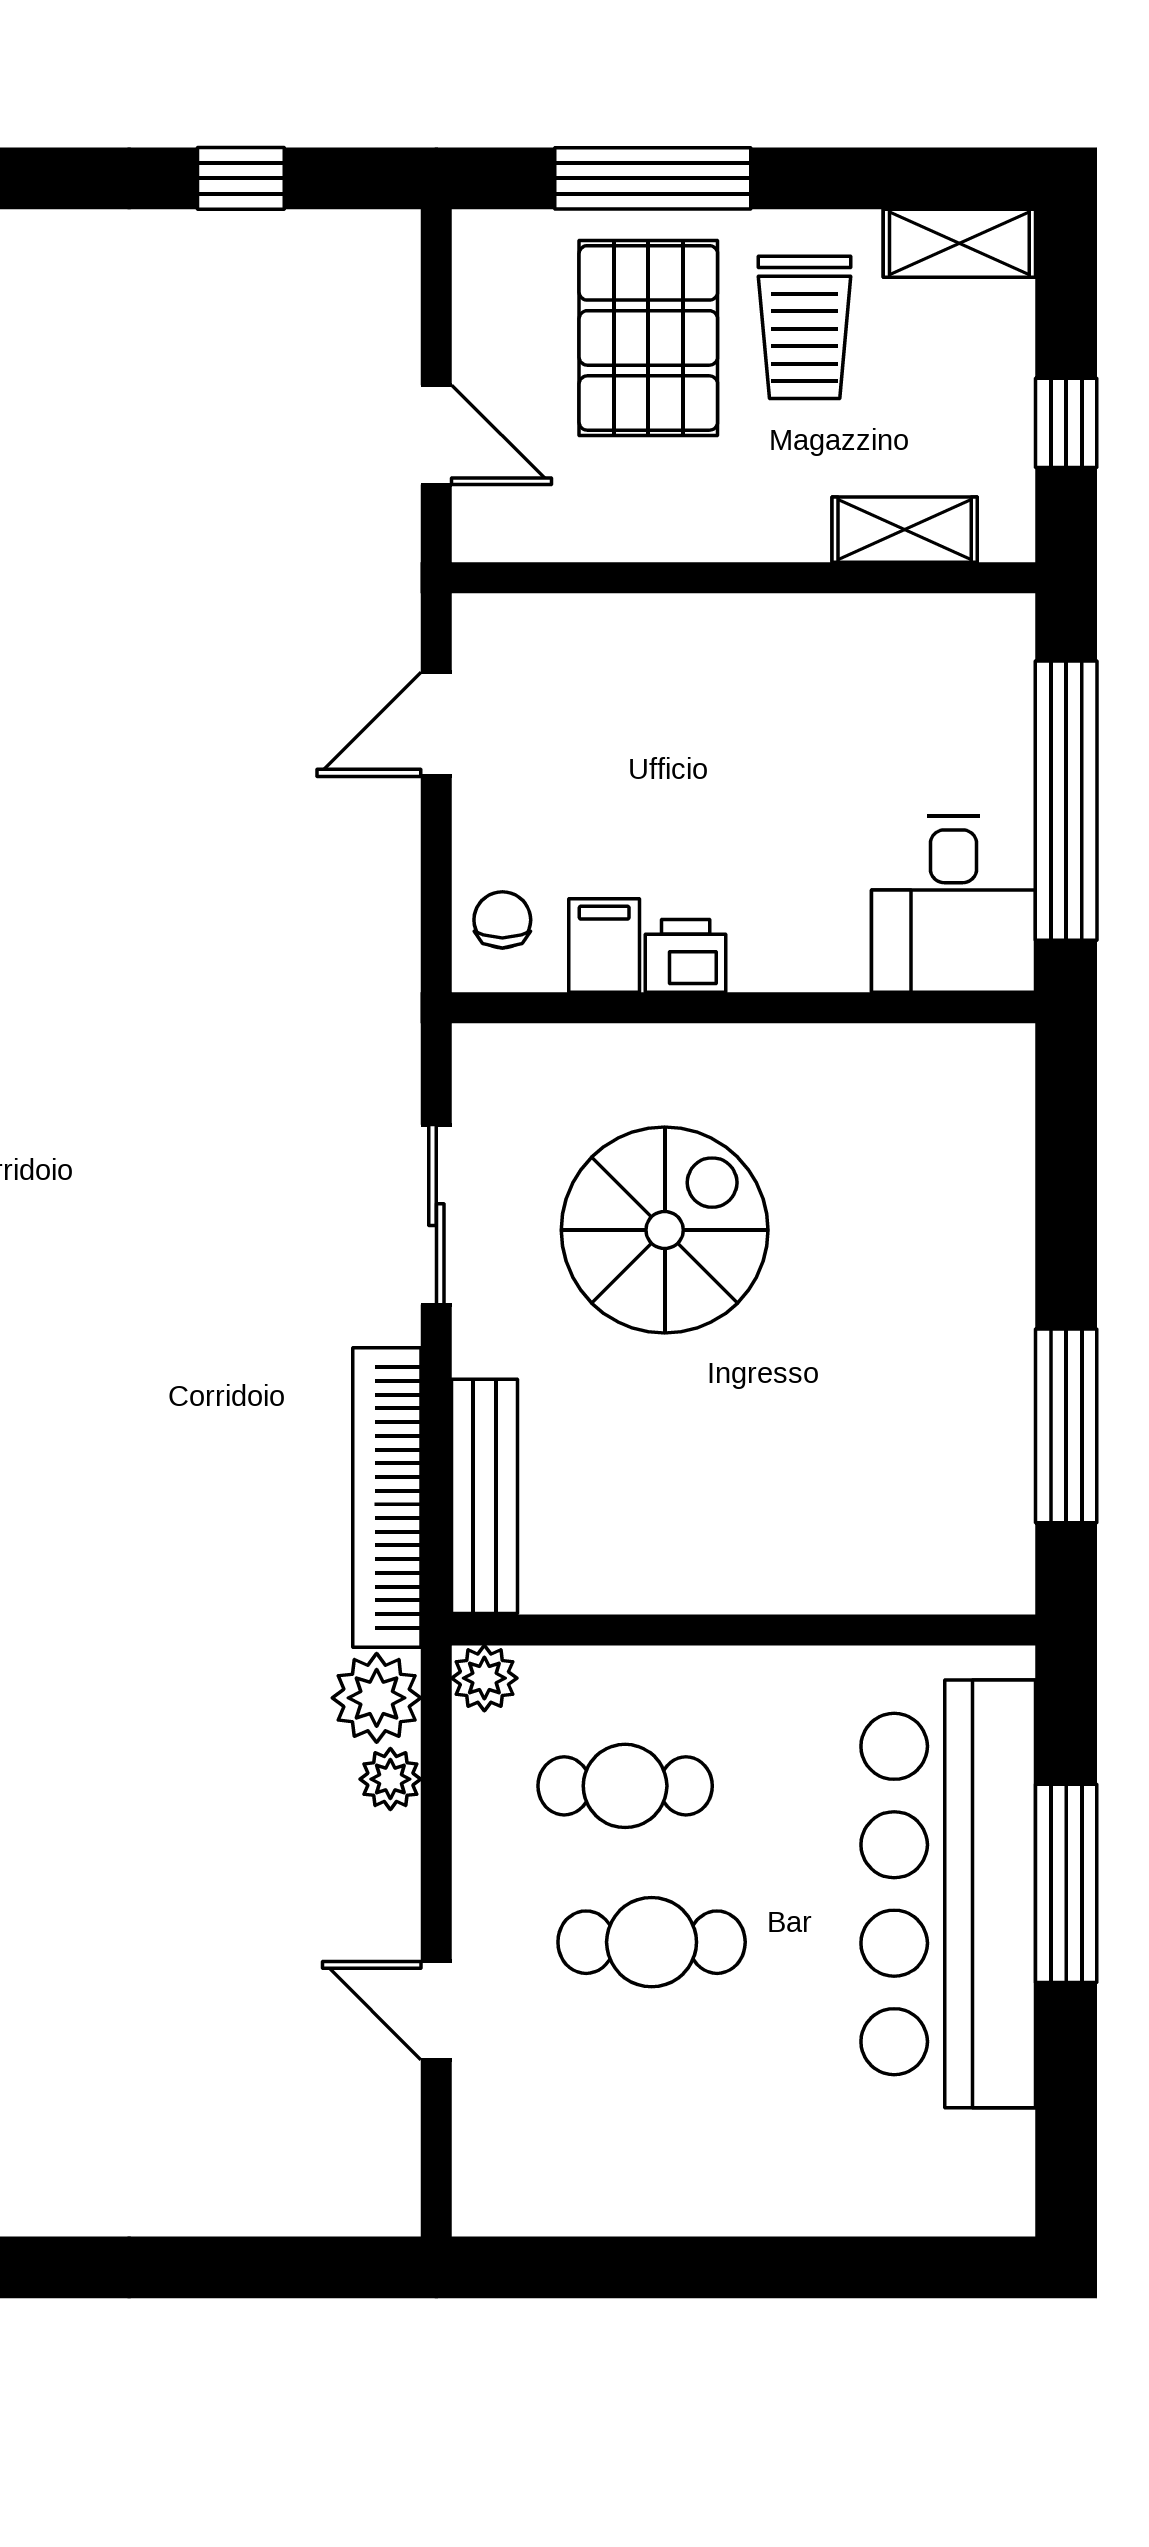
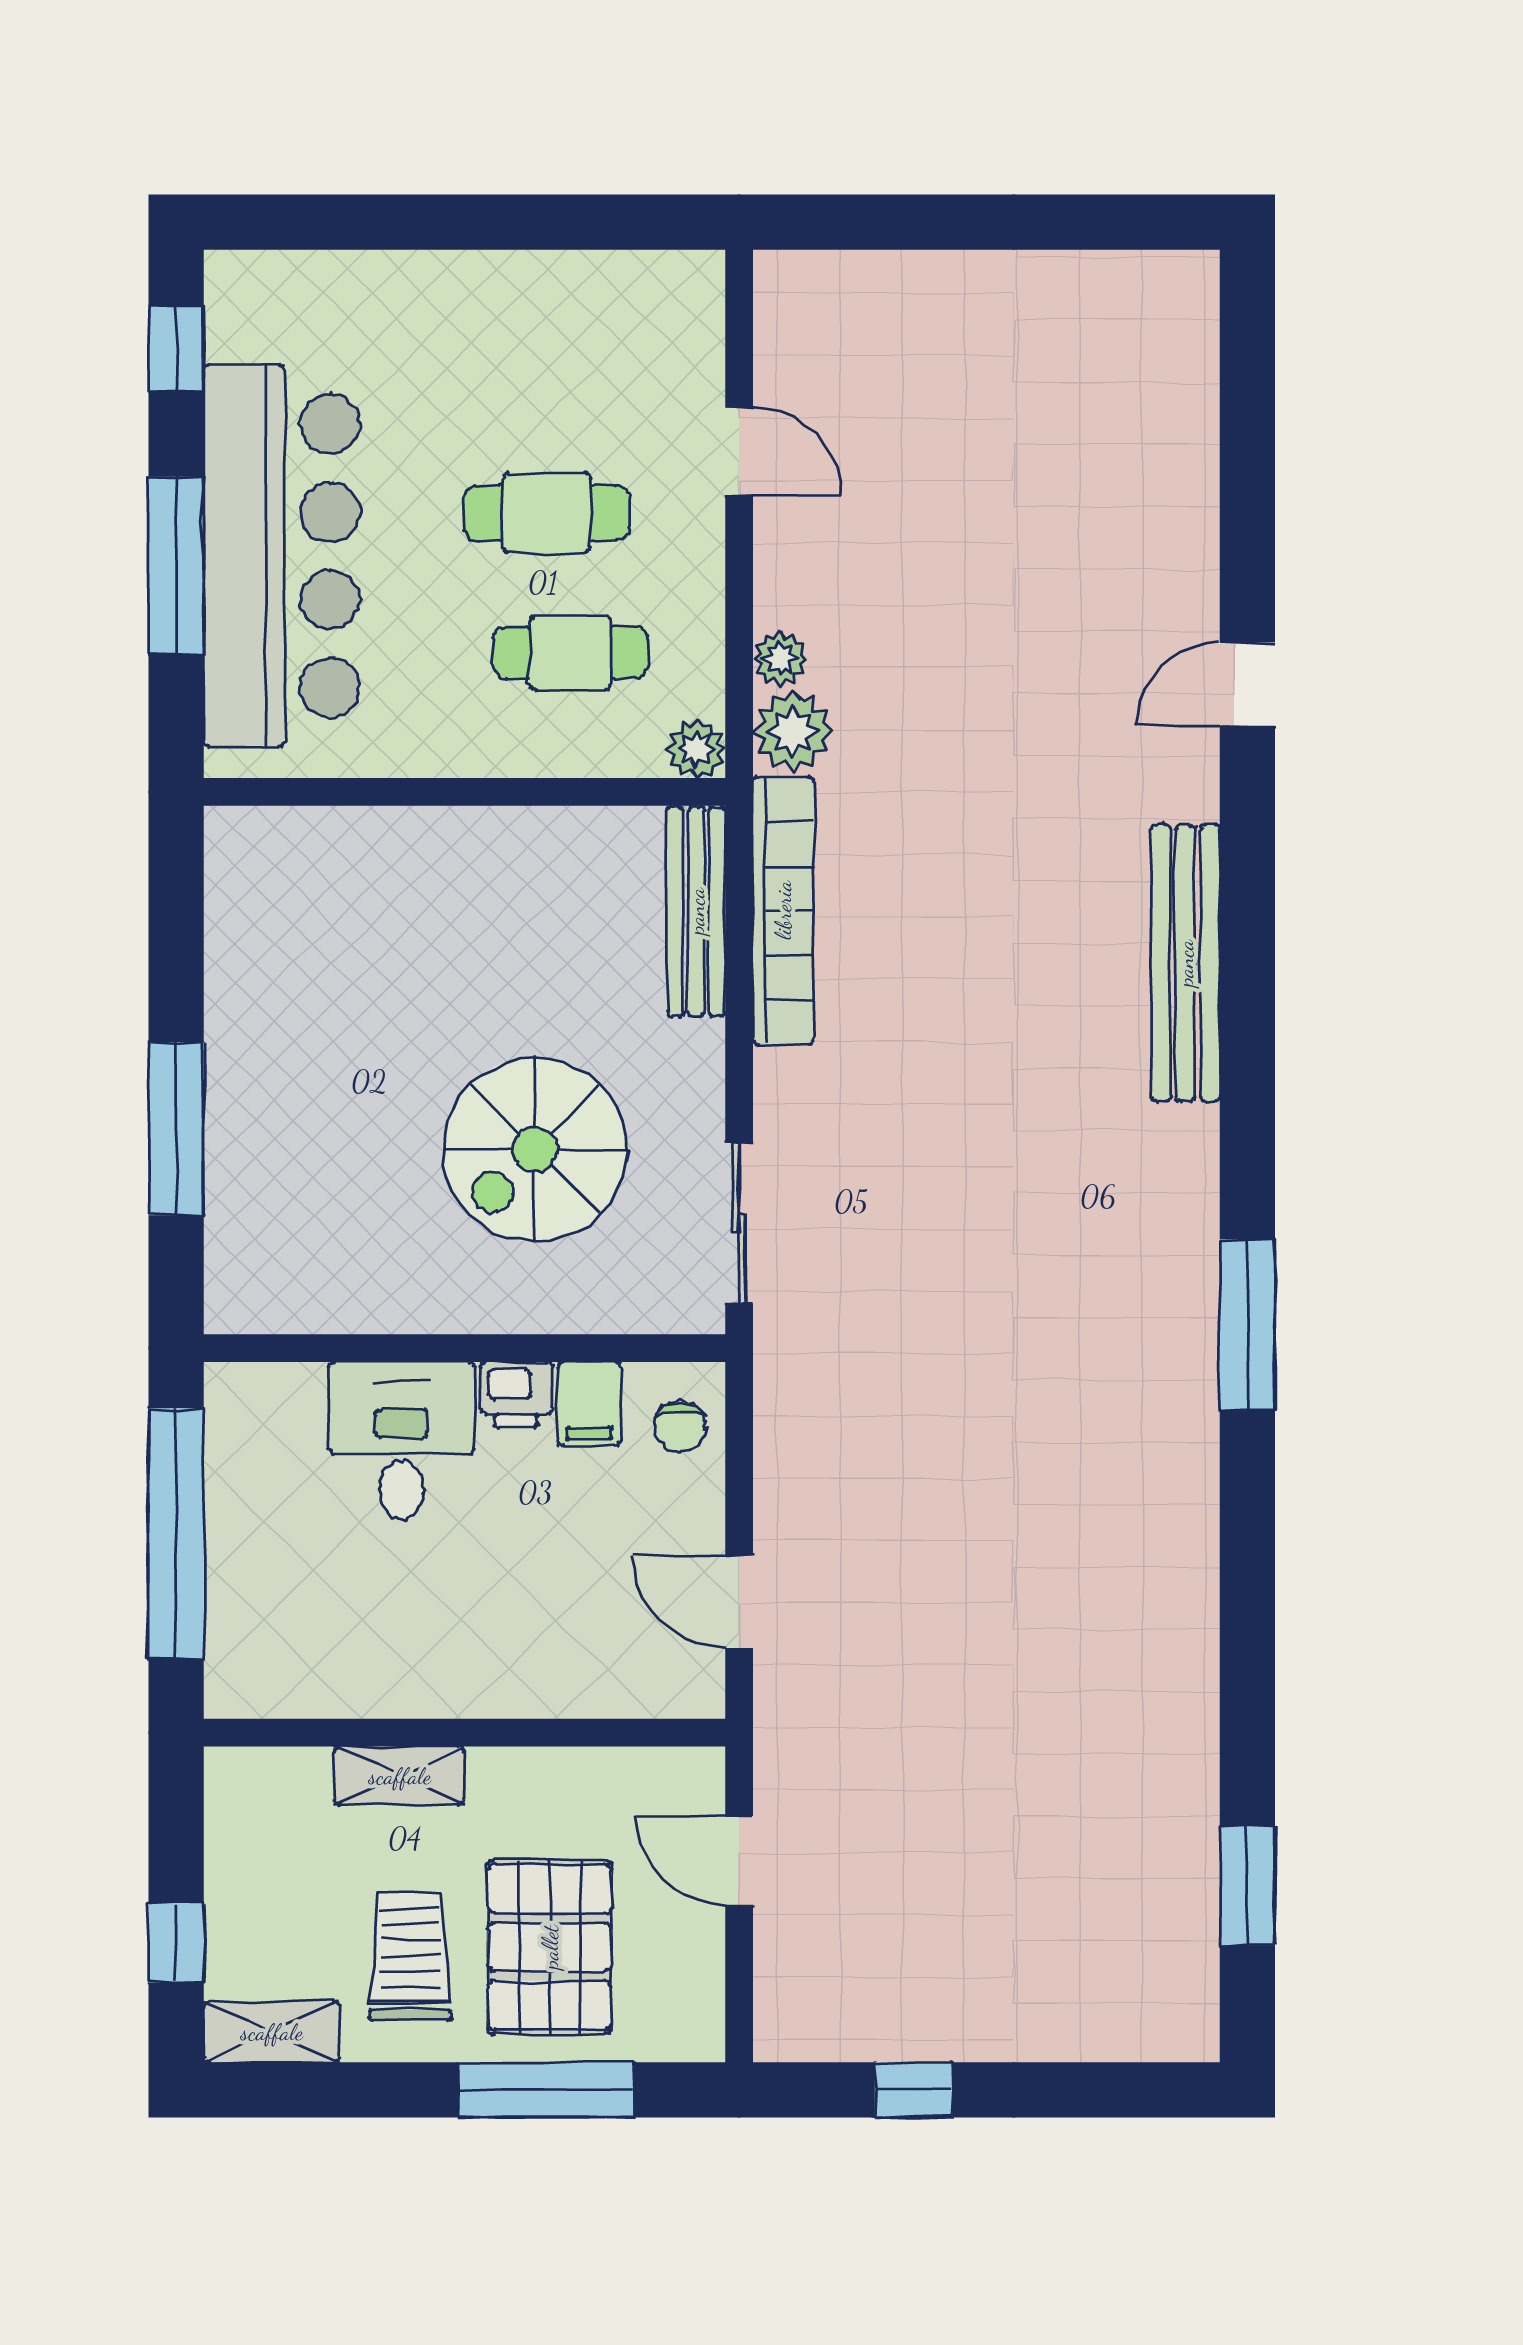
window: (1066, 423) -> (176, 1943), moved
shelving: (905, 530) -> (400, 1776), moved
door: (436, 724) -> (739, 1602), swing flipped
desk: (953, 904) -> (402, 1441), moved
sliding door: (436, 1215) -> (739, 1223), moved
window: (1066, 1426) -> (176, 1129), moved
window: (1066, 2126) -> (176, 348), added

